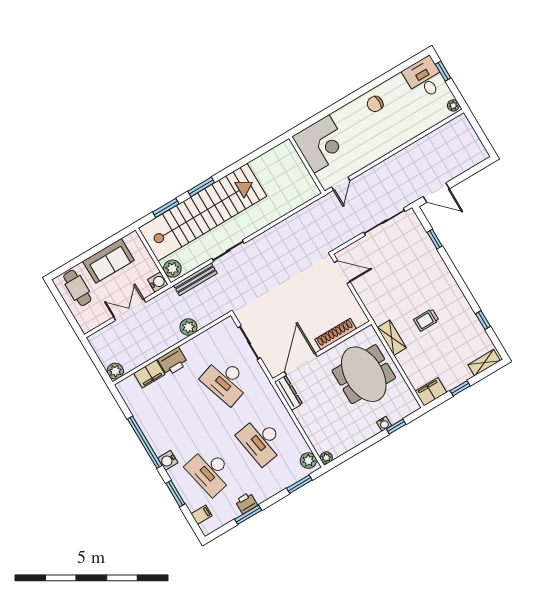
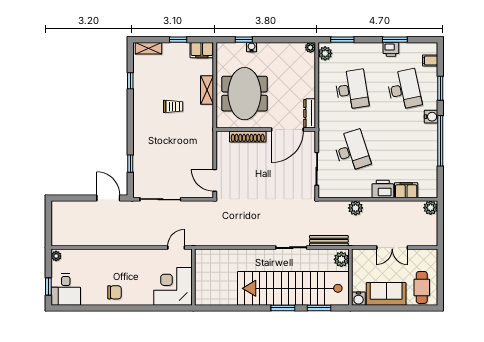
water cooler: (158, 282) -> (359, 299), moved, turned -90
shelving: (392, 338) -> (207, 90), moved

